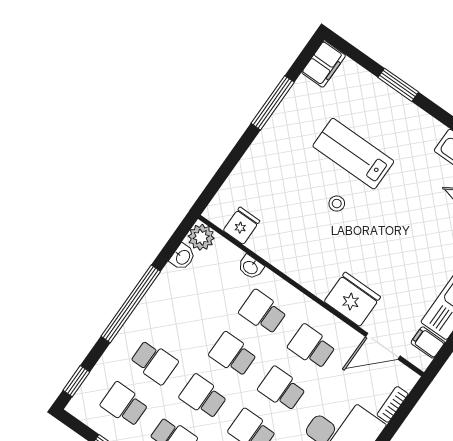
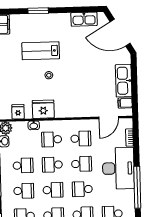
fridge: (352, 299) -> (43, 109), moved
school desk: (184, 320) -> (23, 165), added
school desk: (312, 347) -> (81, 139), turned 180
school desk: (282, 389) -> (82, 164), turned 180
school desk: (203, 397) -> (53, 190), turned 180

